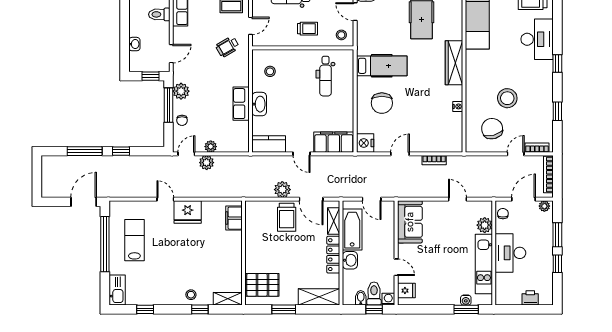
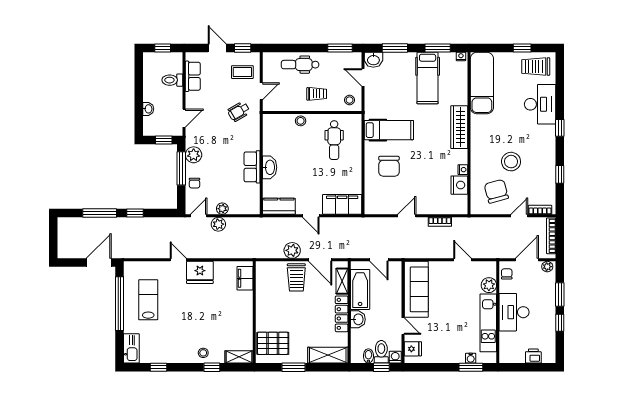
stool: (270, 71) -> (301, 121), moved
nightstand: (365, 143) -> (459, 185), moved, turned 180
sofa: (410, 222) -> (416, 289), width x1.36

